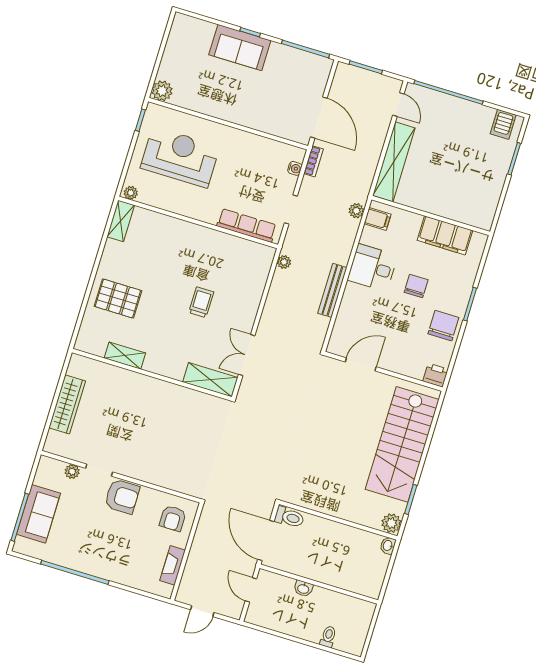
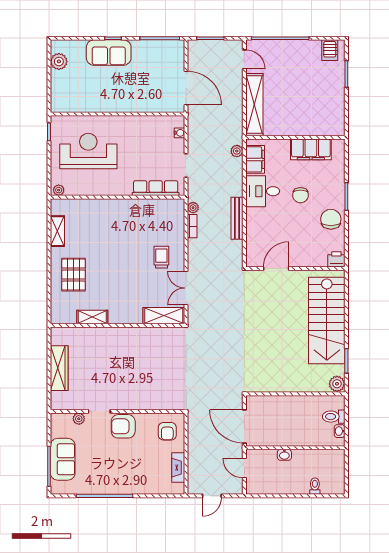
plant: (162, 91) -> (59, 61), moved
bookcase: (314, 161) -> (192, 226), moved
filing cabinet: (378, 219) -> (255, 159), width x2.00
shelving: (121, 221) -> (57, 231), moved
chair: (416, 286) -> (300, 195), turned 180
pallet: (118, 298) -> (74, 275), turned 90
trolley: (201, 302) -> (161, 257), moved
armchair: (122, 497) -> (123, 426), turned 180
toilet: (289, 517) -> (334, 417), moved, turned 180
washbasin: (388, 546) -> (340, 431), moved

